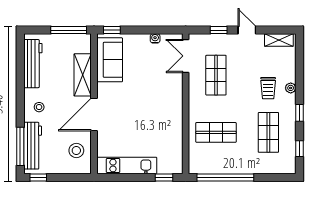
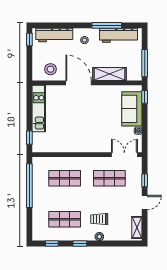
sofa: (110, 60) -> (132, 109), moved, turned 90
shop shelf: (216, 132) -> (65, 178), turned 90
window: (20, 146) -> (107, 25), moved

